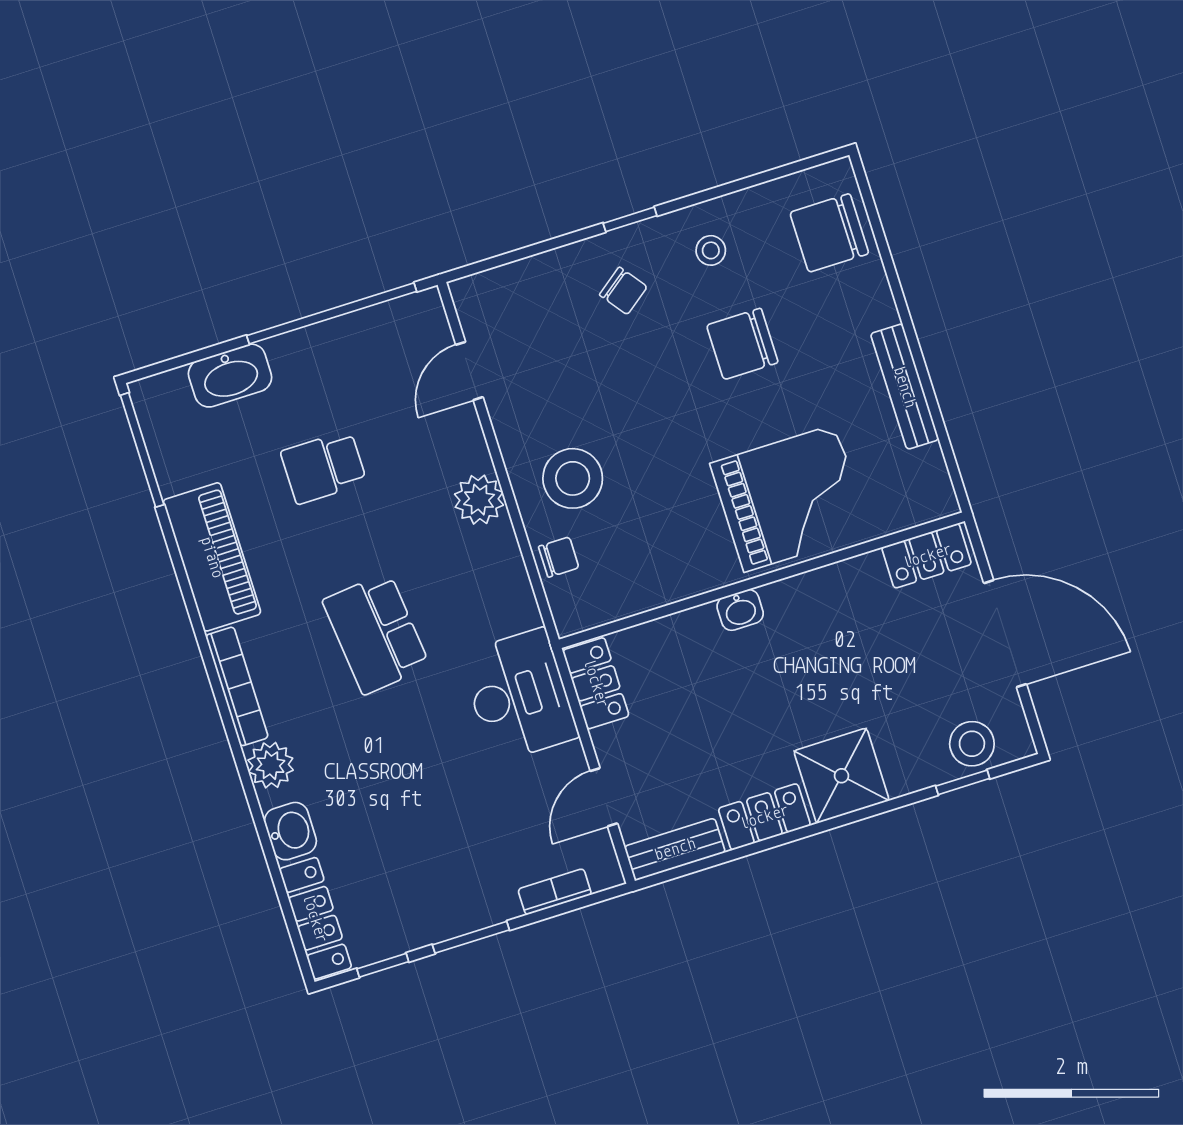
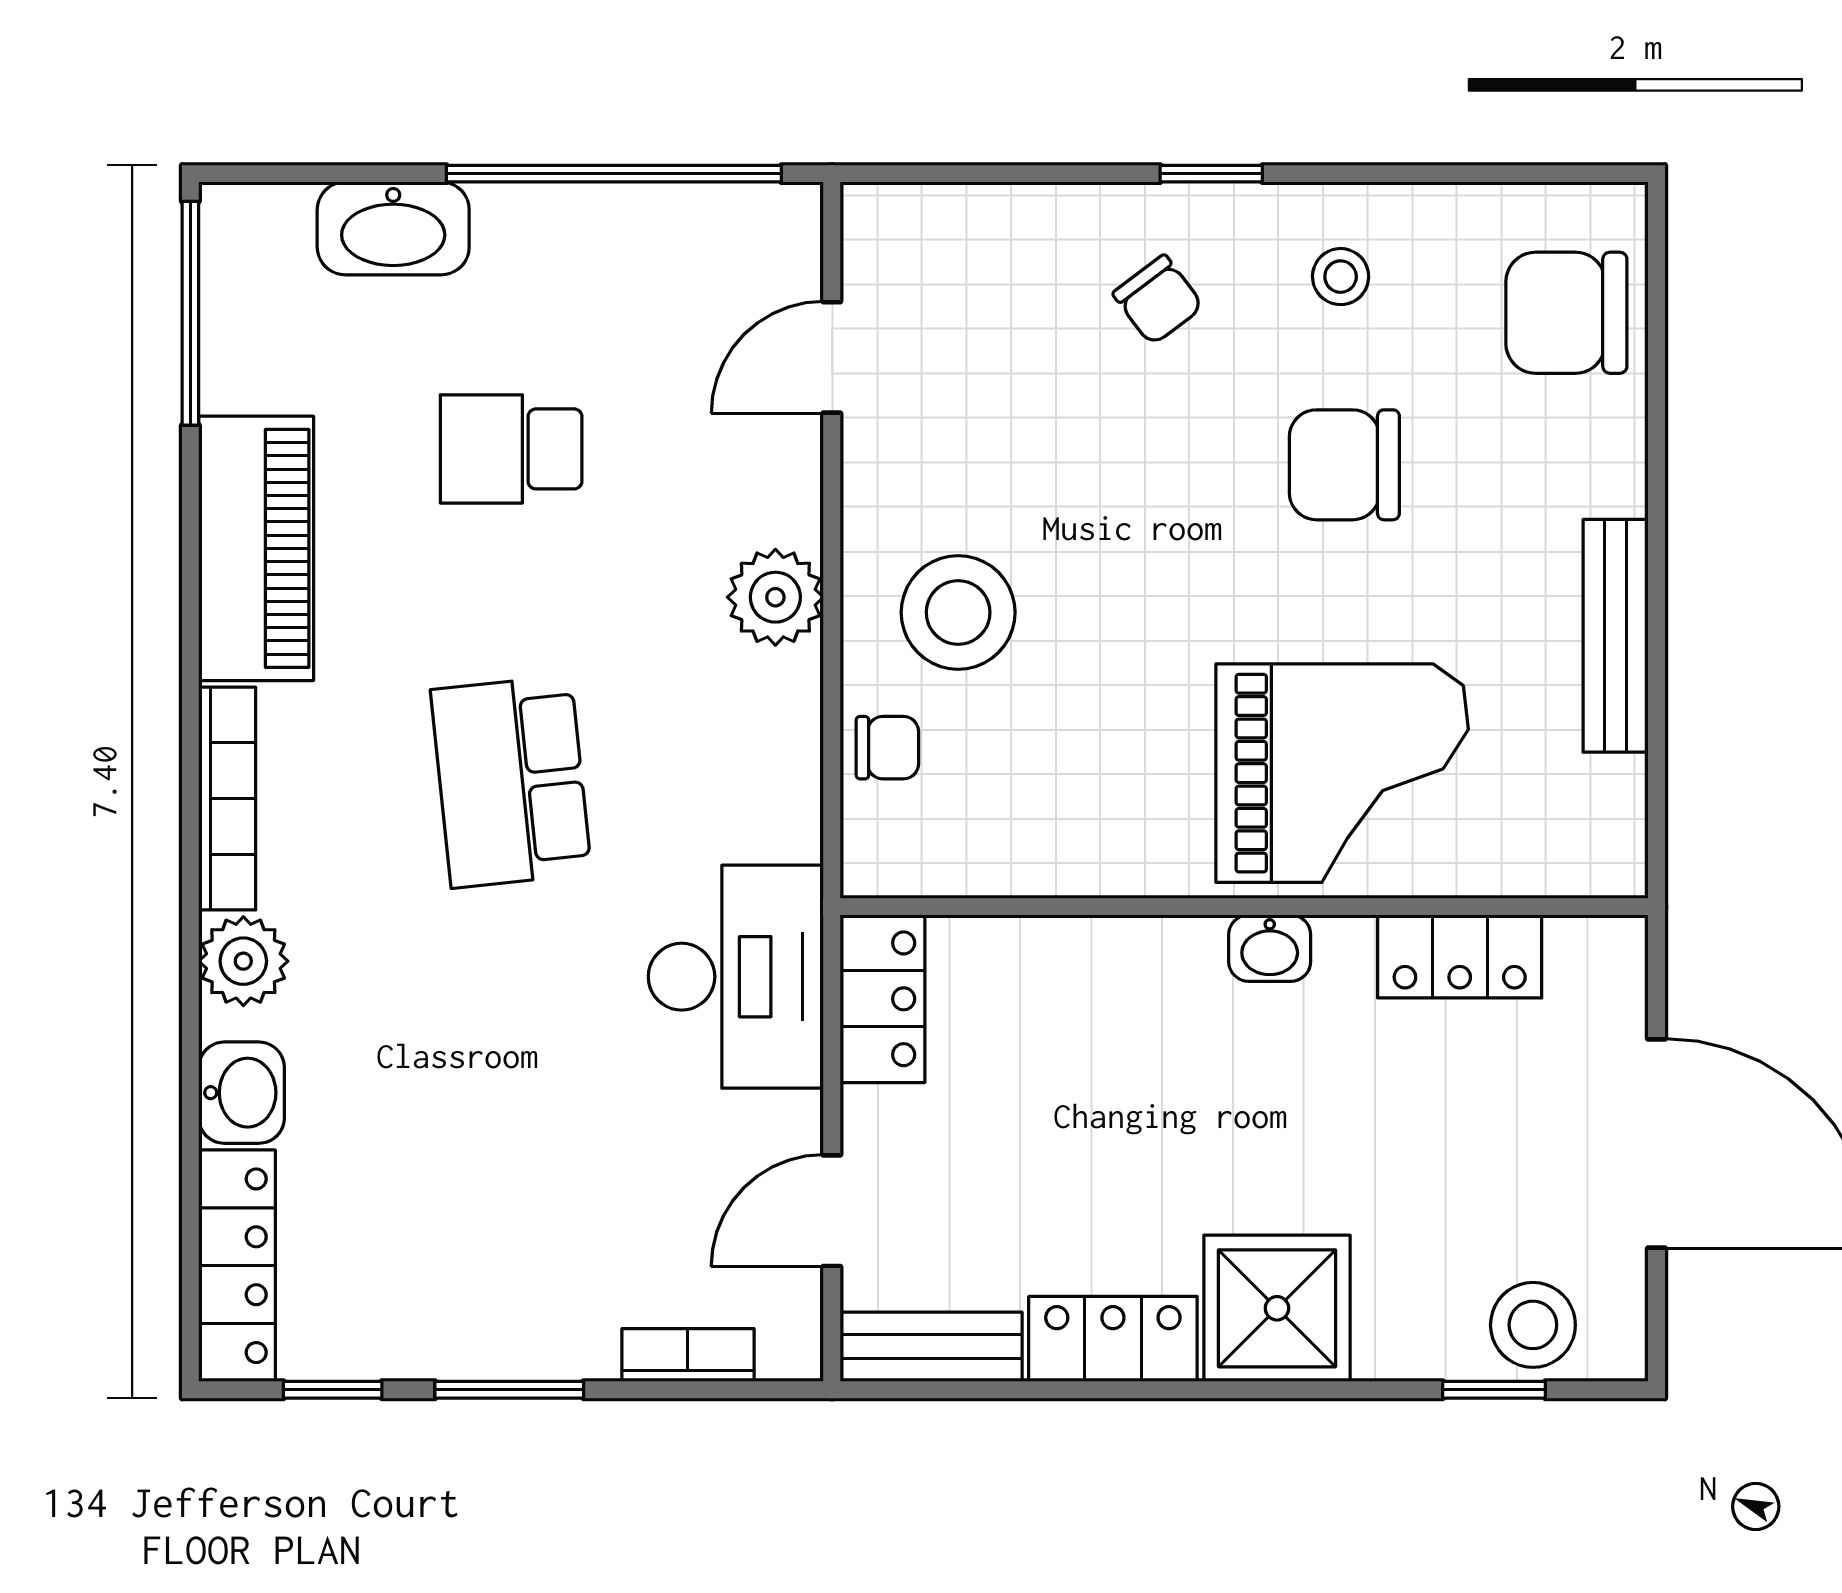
locker: (927, 556) -> (1460, 956), moved
washbasin: (740, 610) -> (1270, 948), moved

